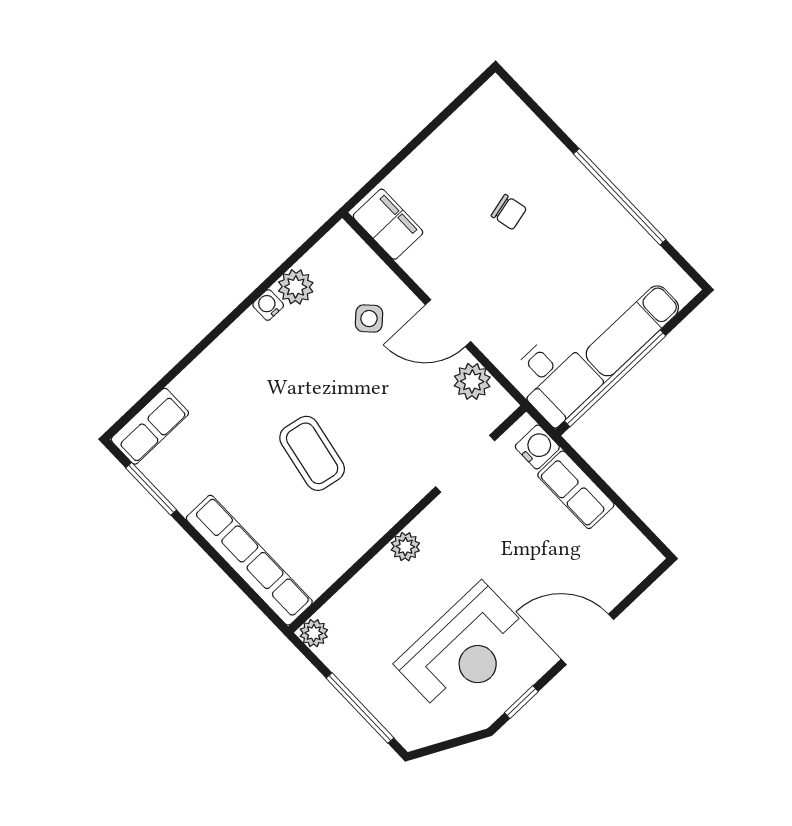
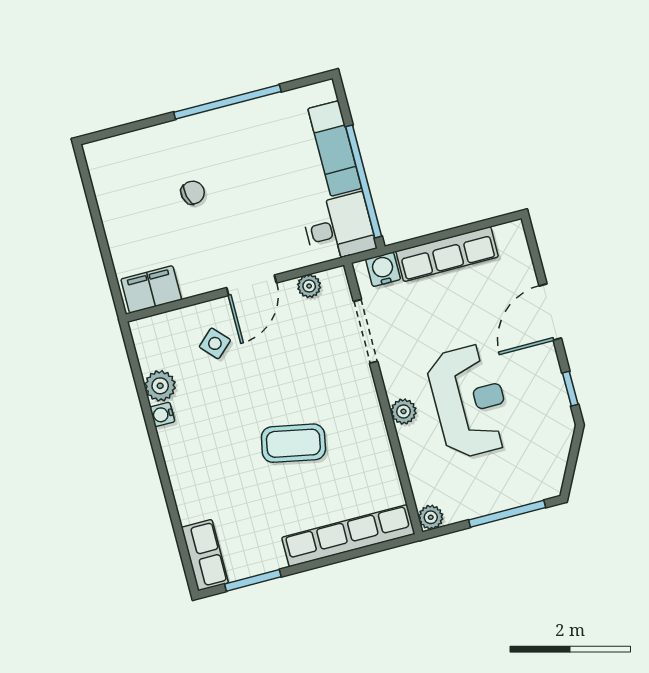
plant: (472, 381) -> (309, 286), width x0.73, depth x0.73
row of seats: (576, 490) -> (447, 254), width x1.48
reception desk: (464, 649) -> (470, 401), moved

